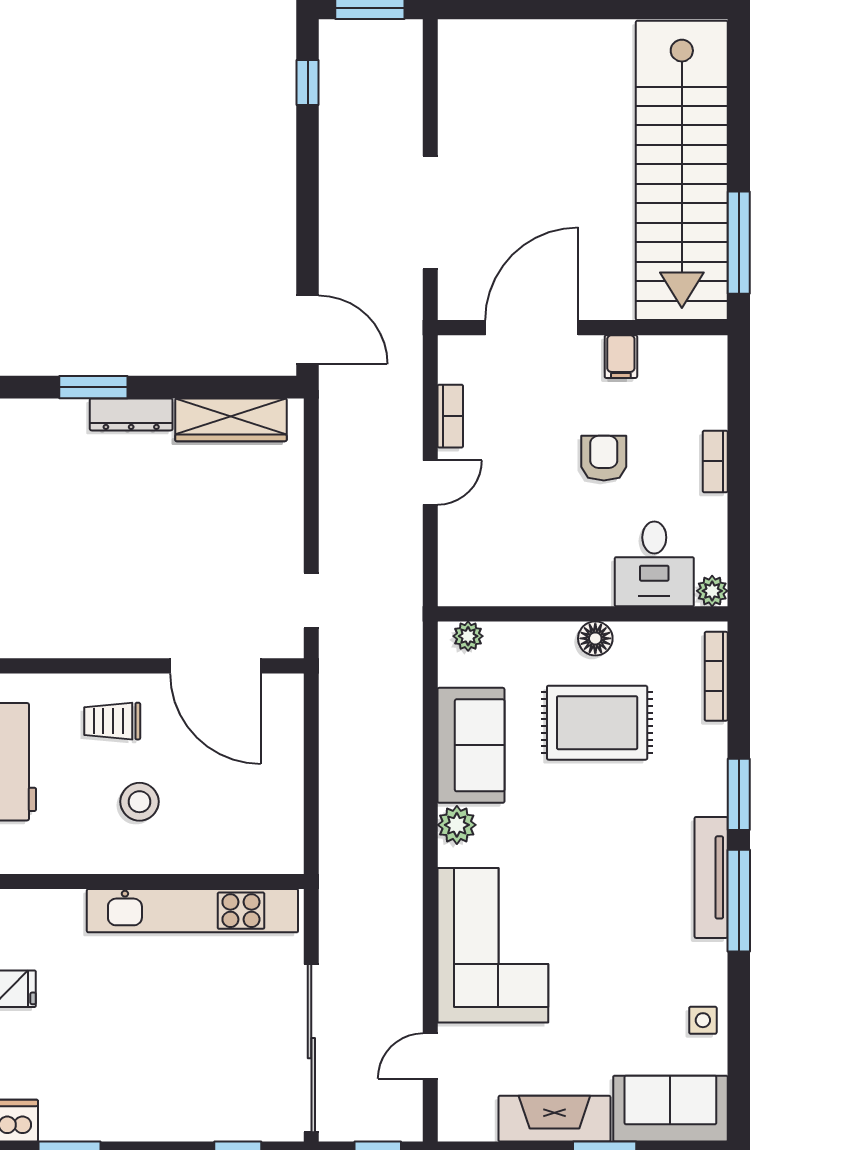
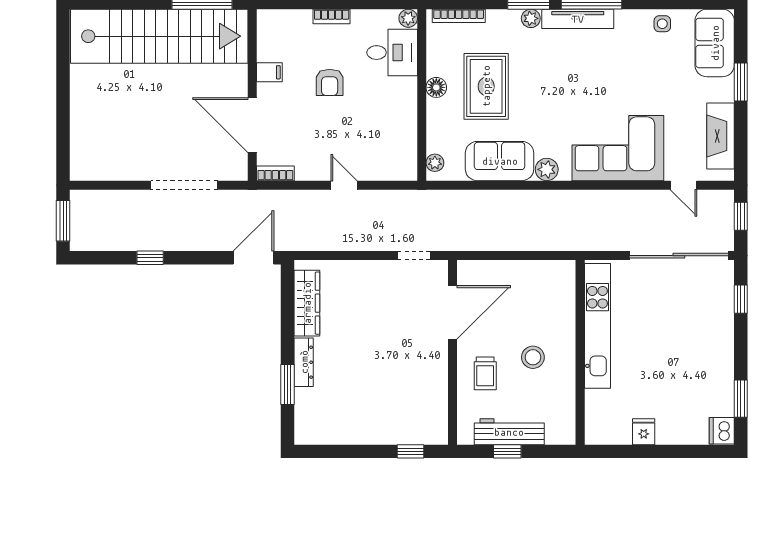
window: (308, 82) -> (150, 258), moved
bookcase: (450, 416) -> (275, 173), moved
armchair: (604, 458) -> (330, 82), turned -90
plant: (712, 798) -> (531, 18), added
fireplace: (554, 1119) -> (721, 136), moved

